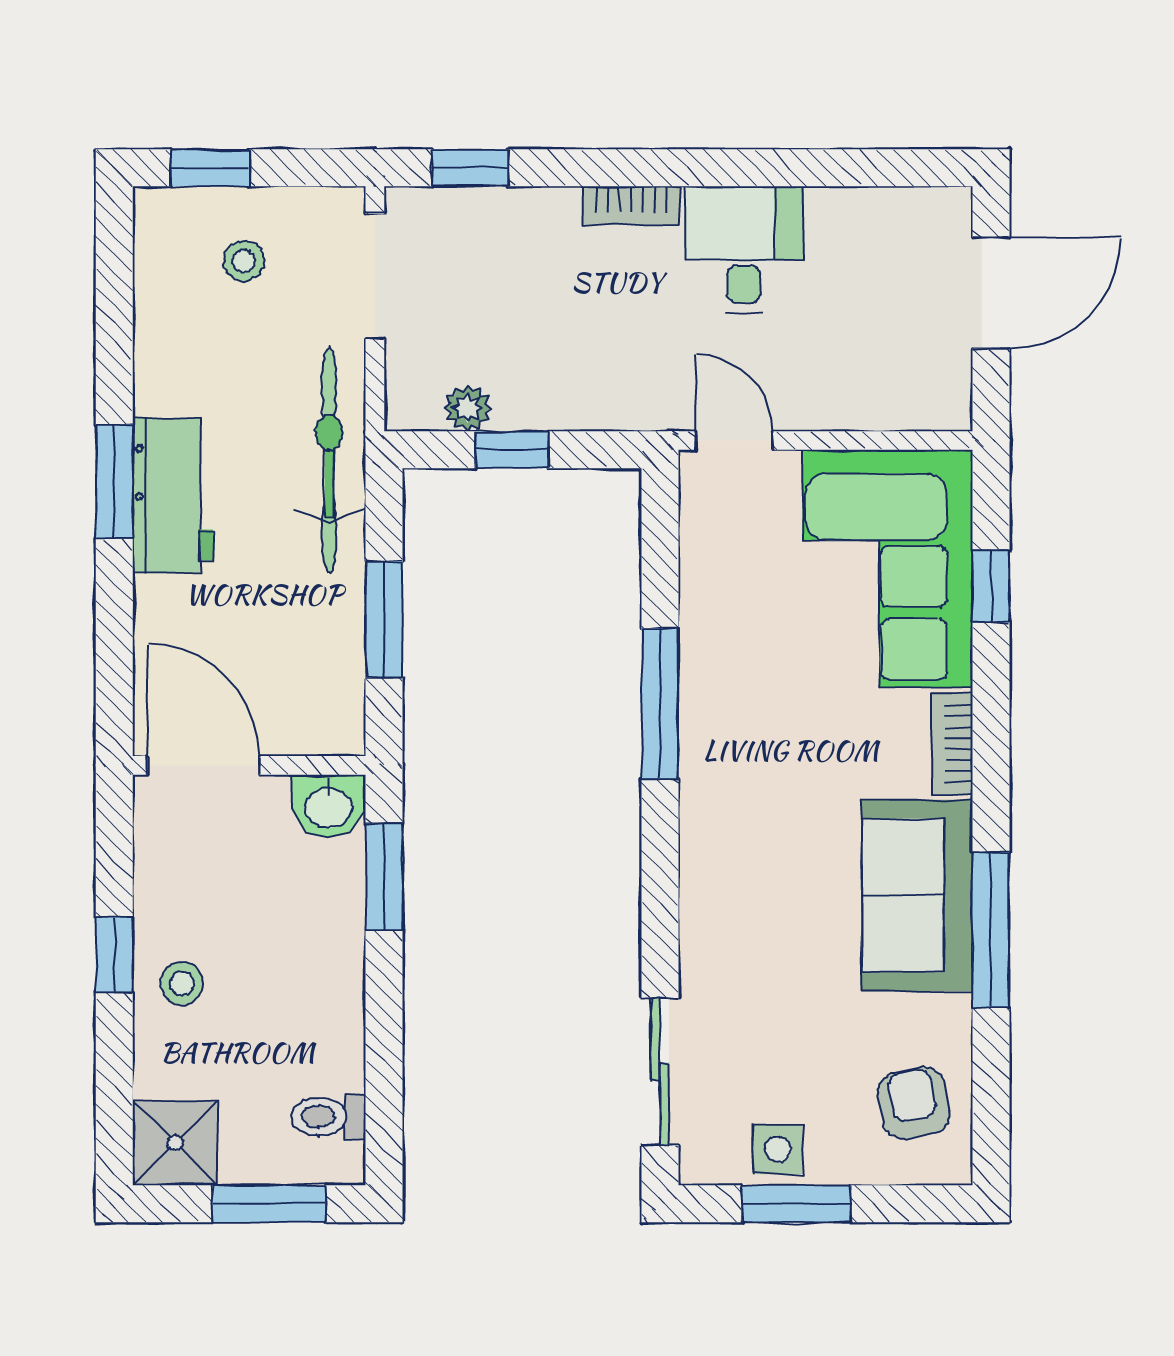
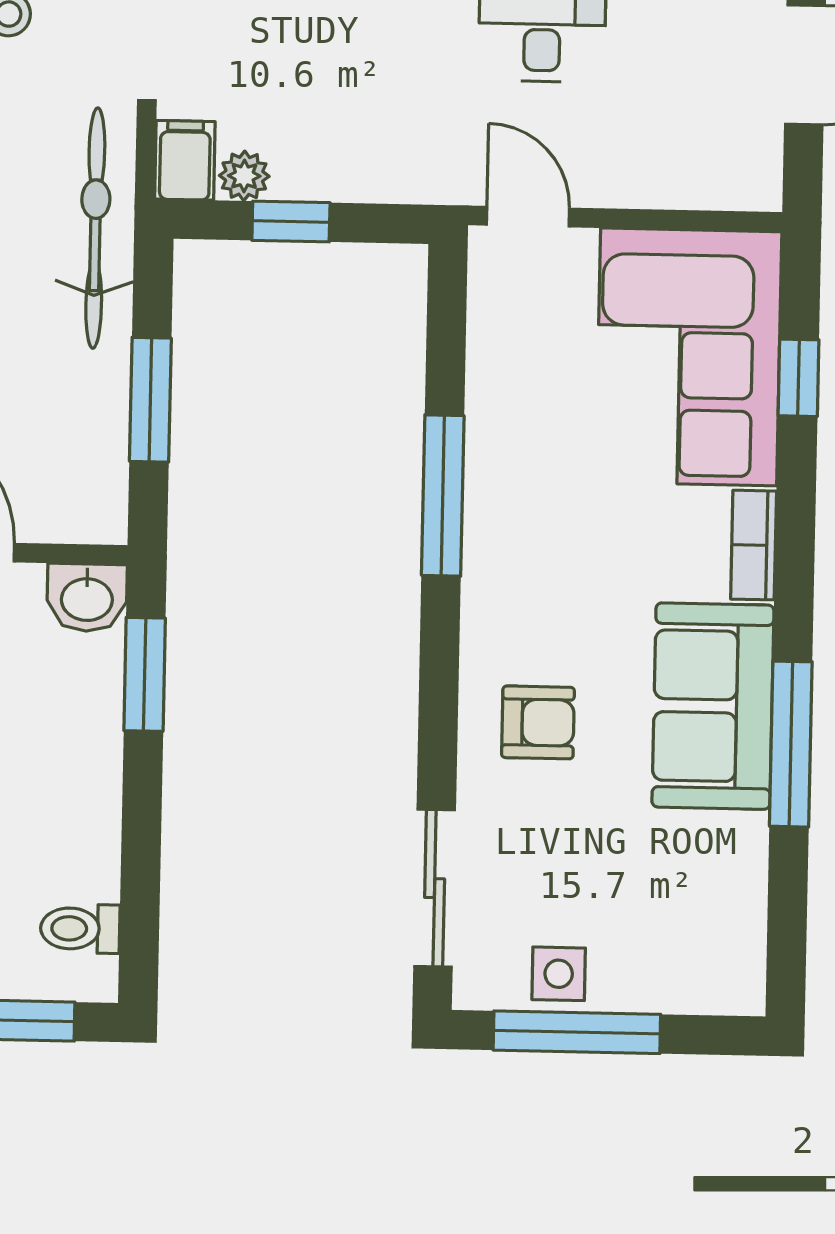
filing cabinet: (412, 394) -> (185, 160), added
armchair: (914, 1103) -> (538, 722), moved, turned 101
window: (796, 1204) -> (577, 1032), width x1.44

